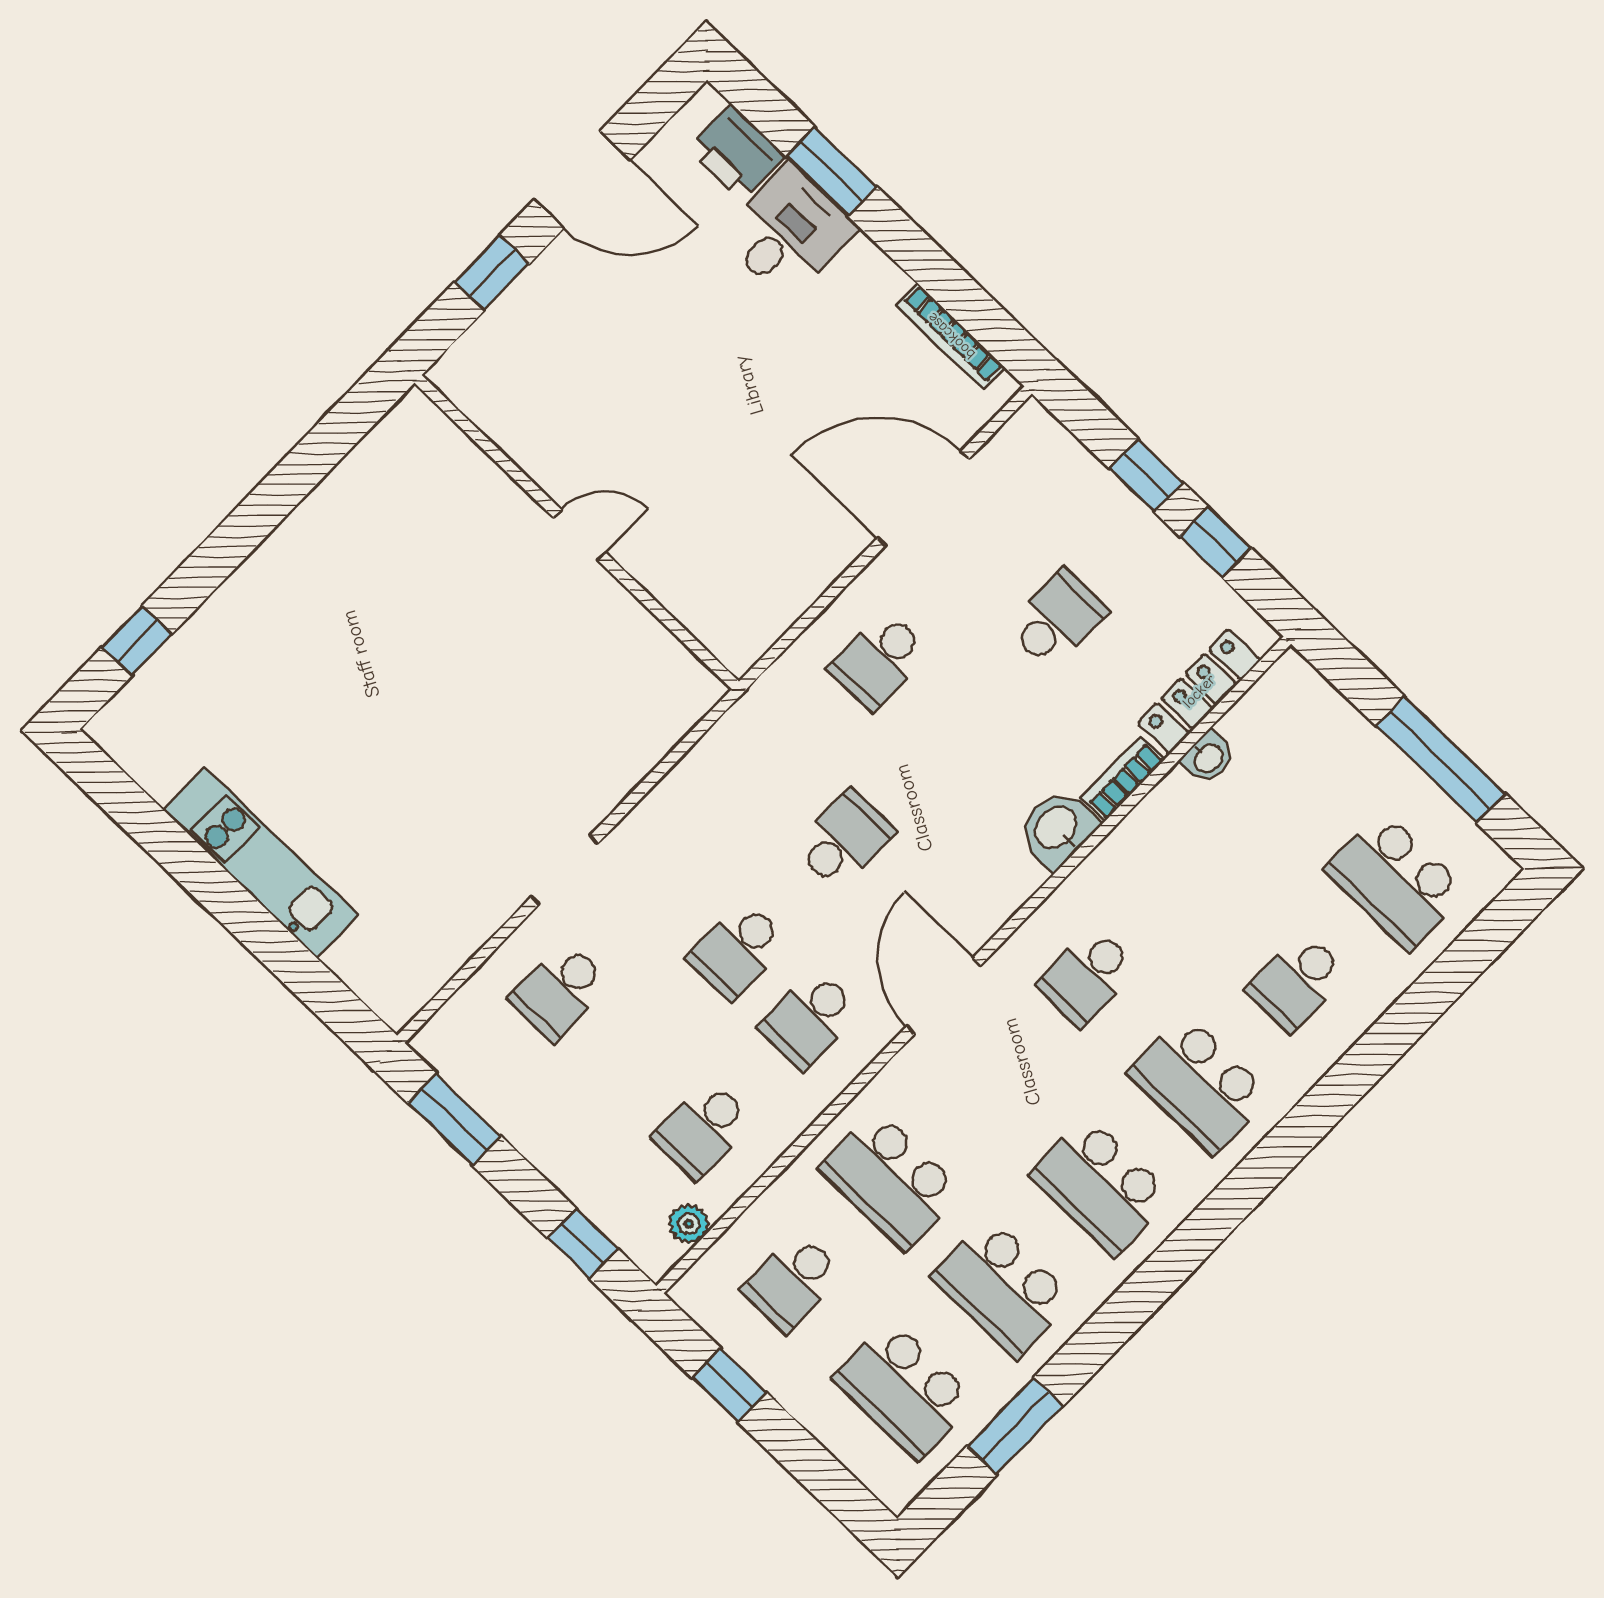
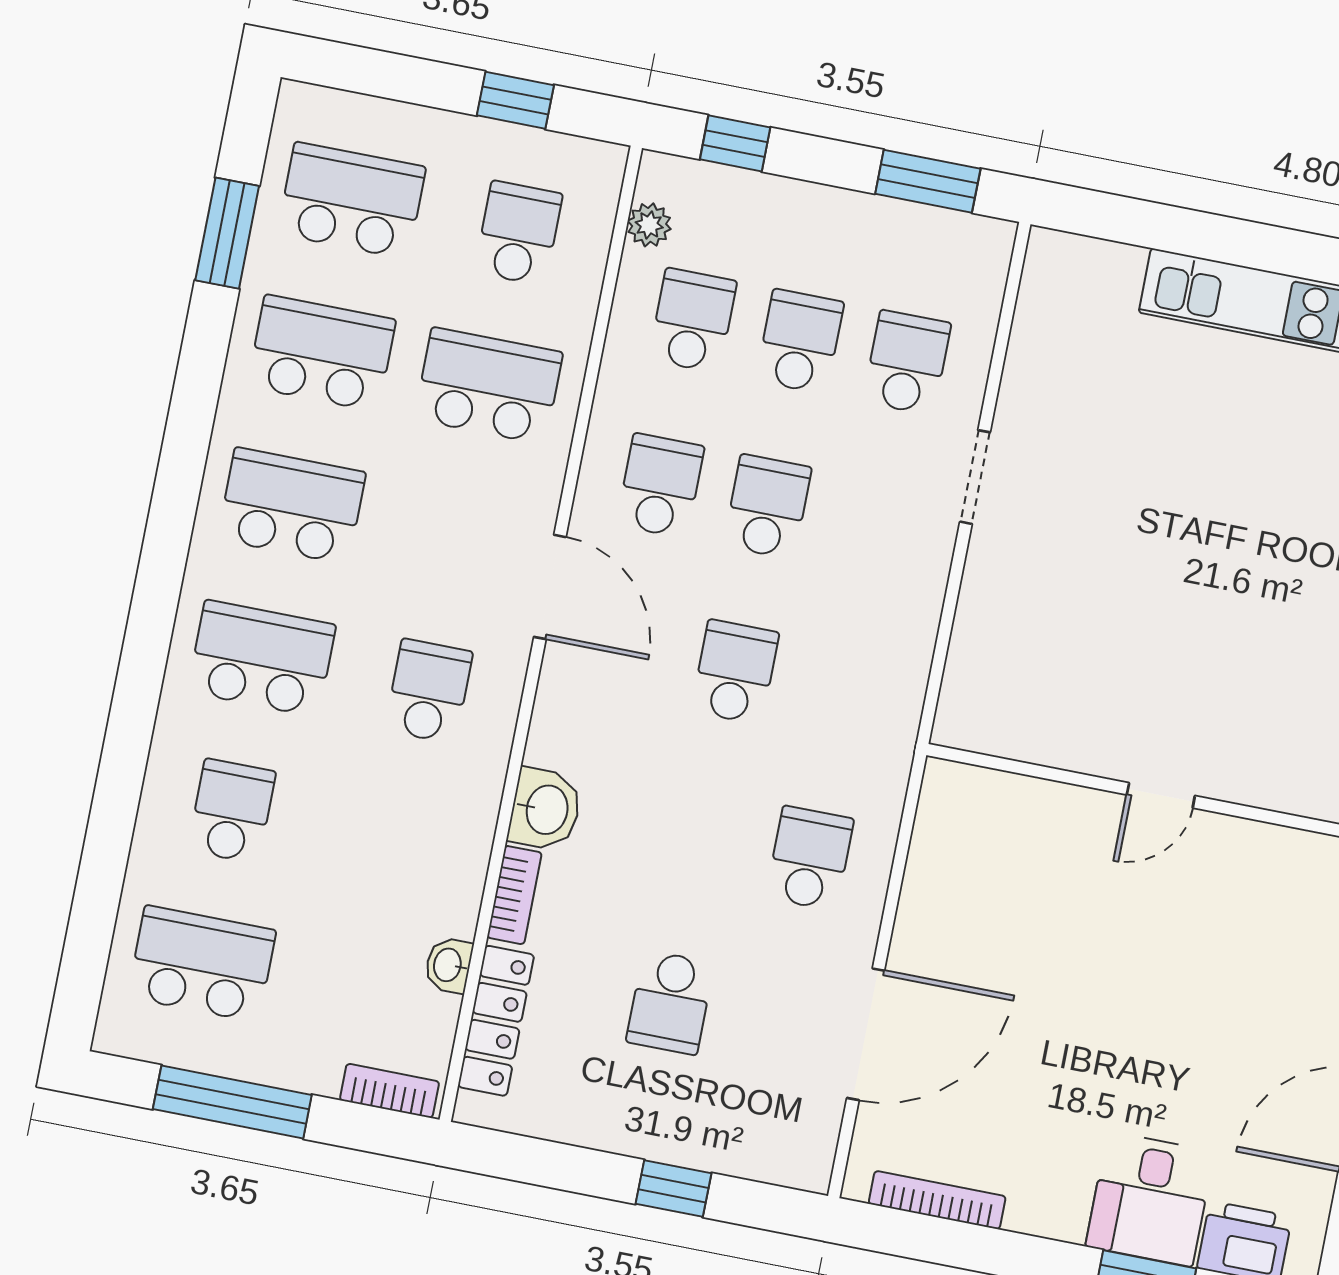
window: (1215, 542) -> (570, 1168), removed
bookcase: (1315, 691) -> (389, 1091), added
school desk: (844, 840) -> (735, 672), turned 180
school desk: (631, 1060) -> (800, 341), added

